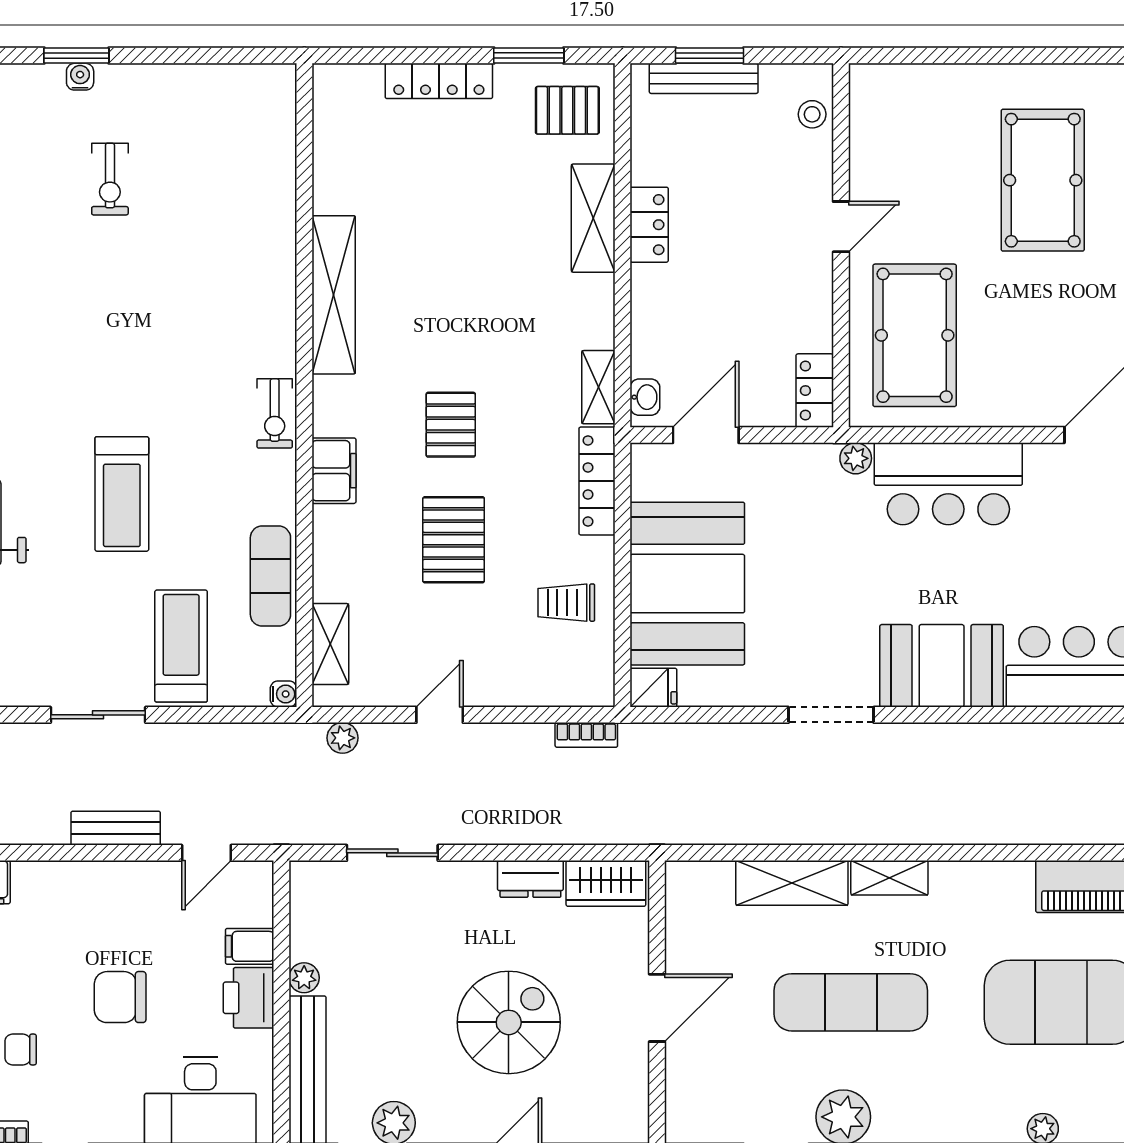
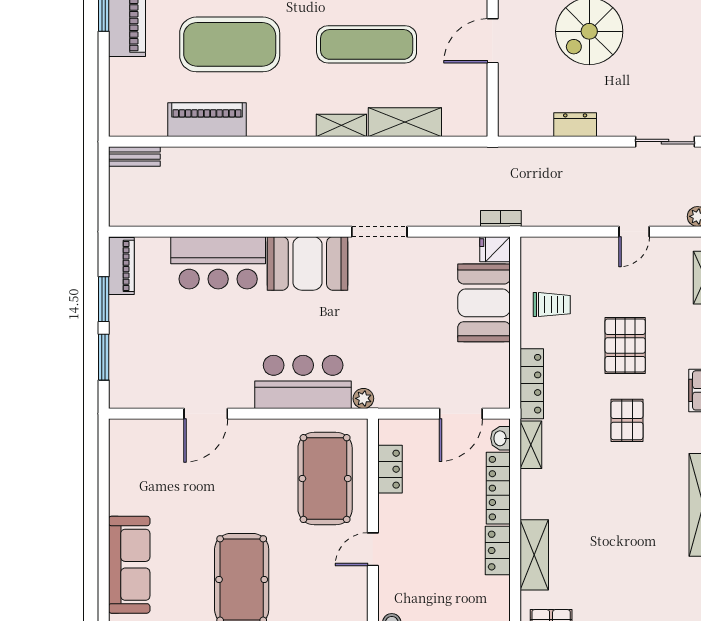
locker: (648, 321) -> (498, 488), added
locker: (815, 391) -> (390, 469), moved
booth: (687, 584) -> (484, 303), width x0.73, depth x0.70
bookcase: (586, 735) -> (501, 218), moved
wardrobe: (606, 883) -> (526, 122), removed

